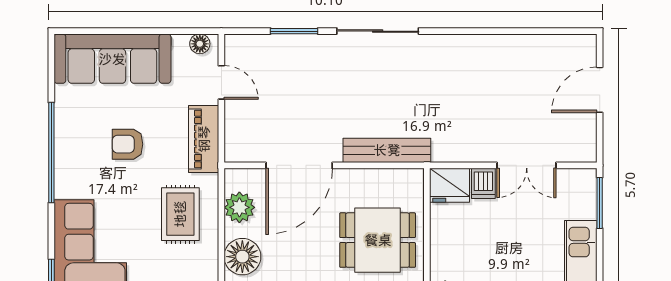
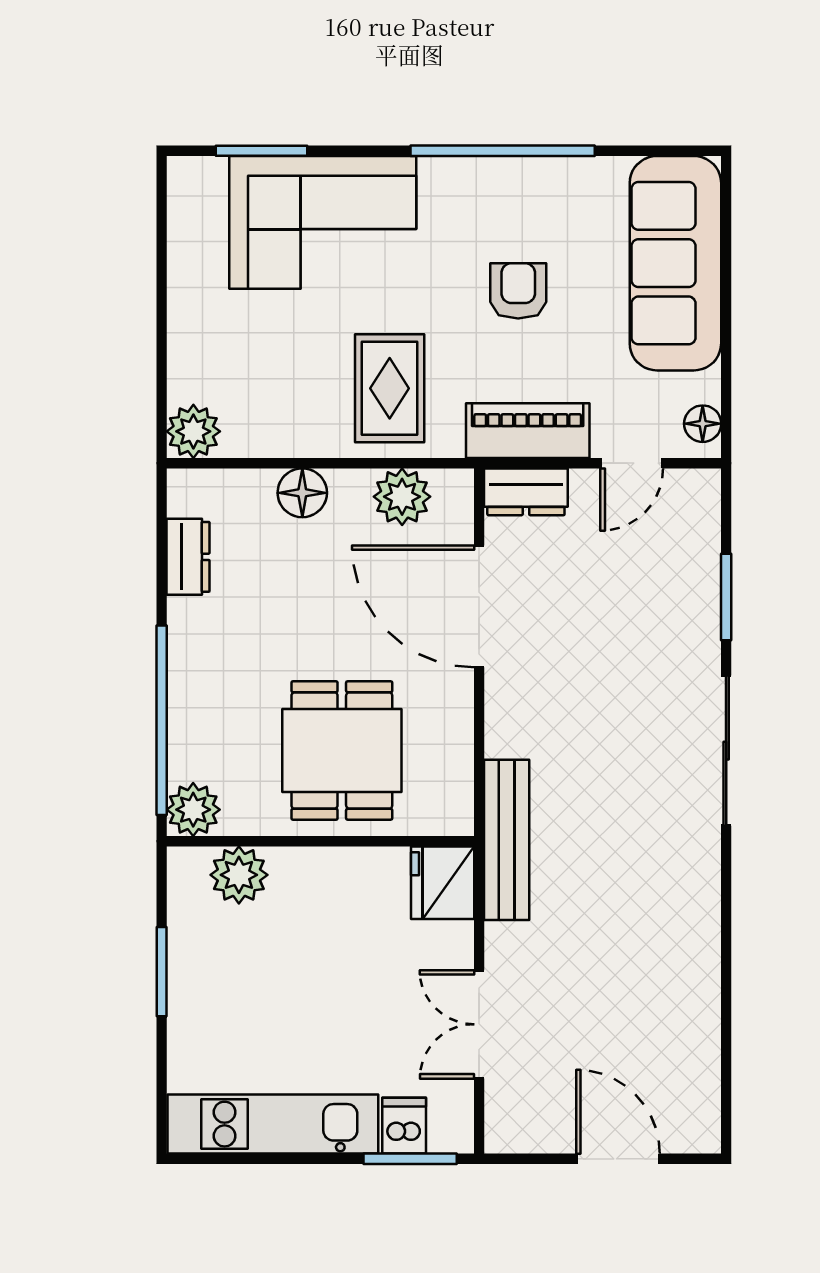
dresser: (237, 140) -> (526, 492), added
bench: (387, 150) -> (507, 840), moved
dishwasher: (483, 183) -> (404, 1126), moved, turned 90
rug: (180, 214) -> (390, 388), turned 90
floor lamp: (242, 257) -> (302, 493), width x0.73, depth x0.73

